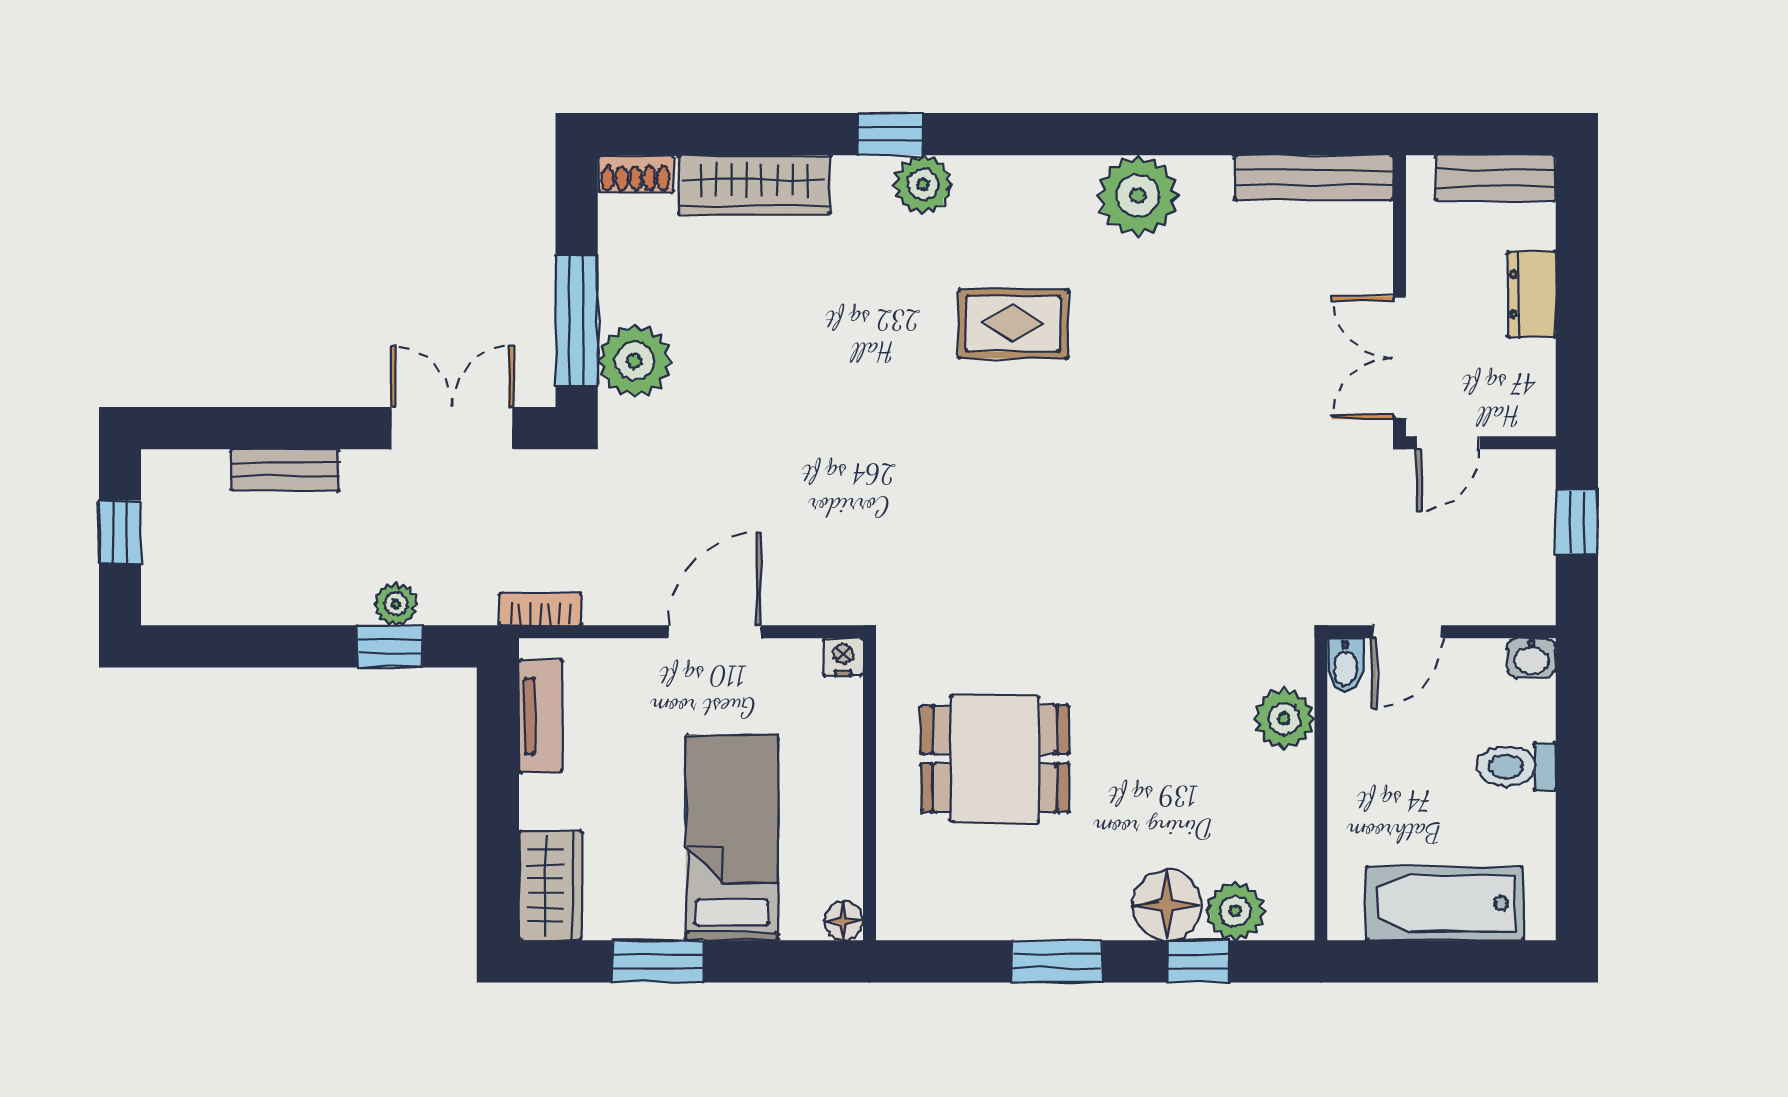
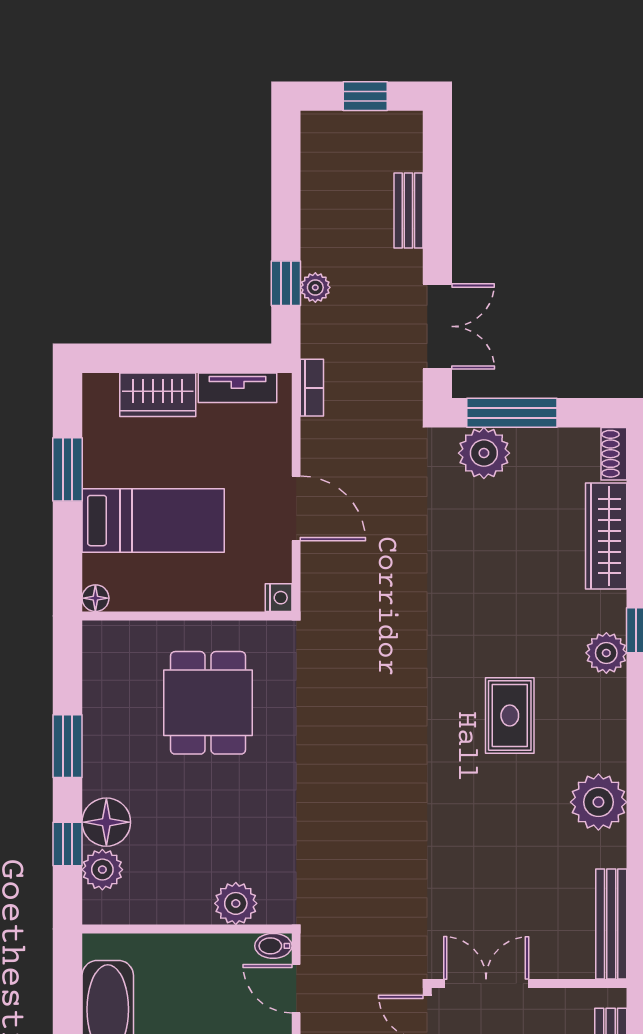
wardrobe: (551, 886) -> (158, 395), moved

